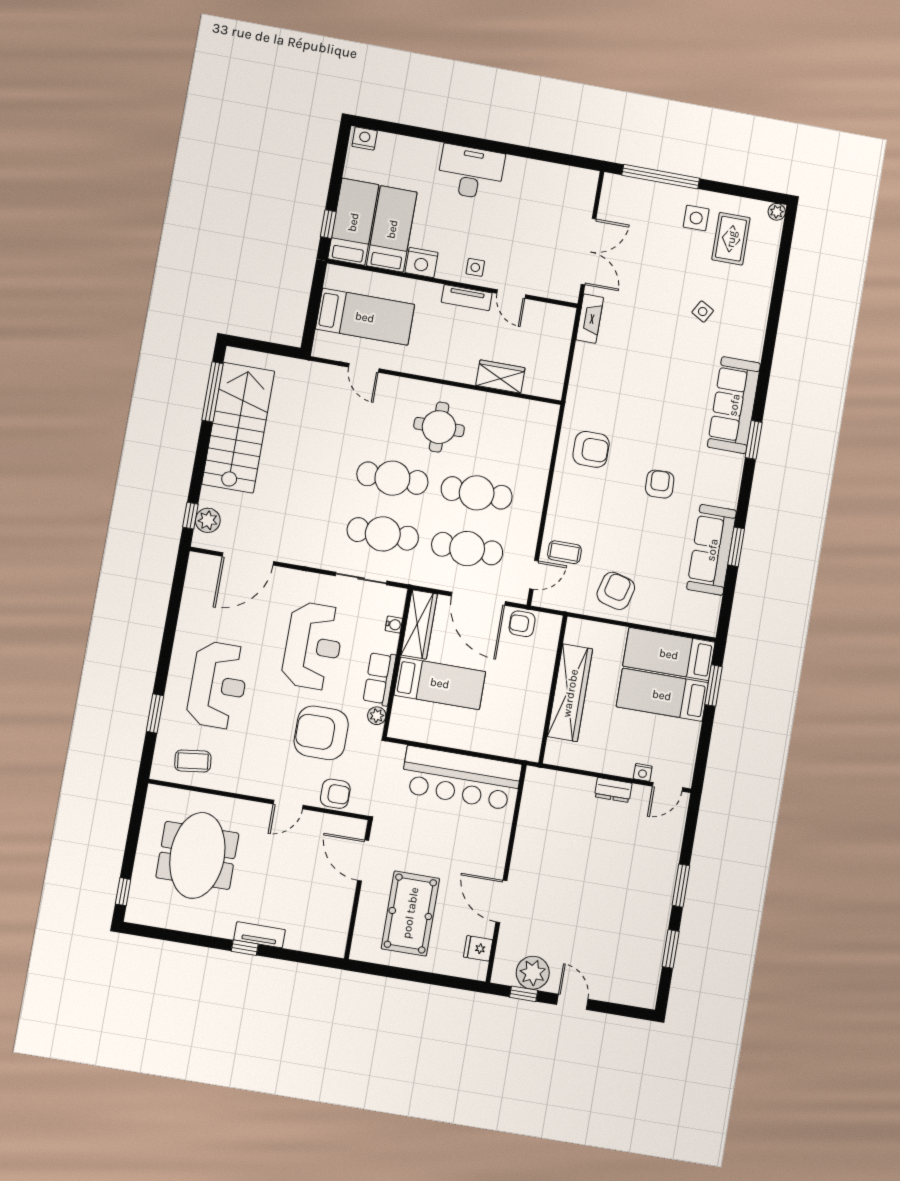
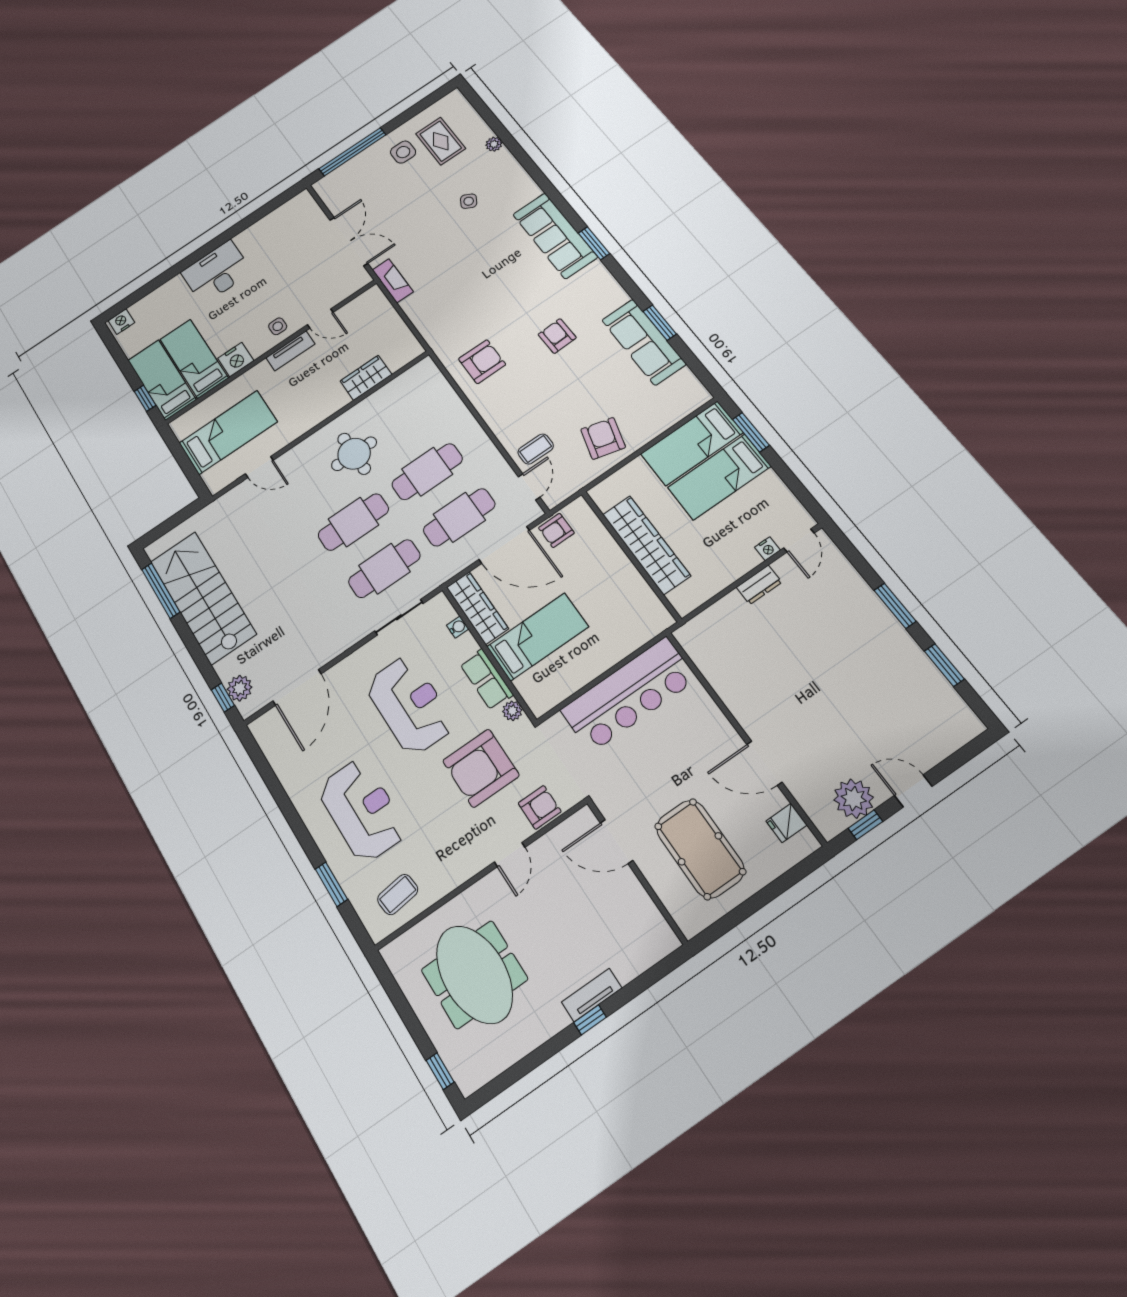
plant: (777, 212) -> (494, 144), moved

